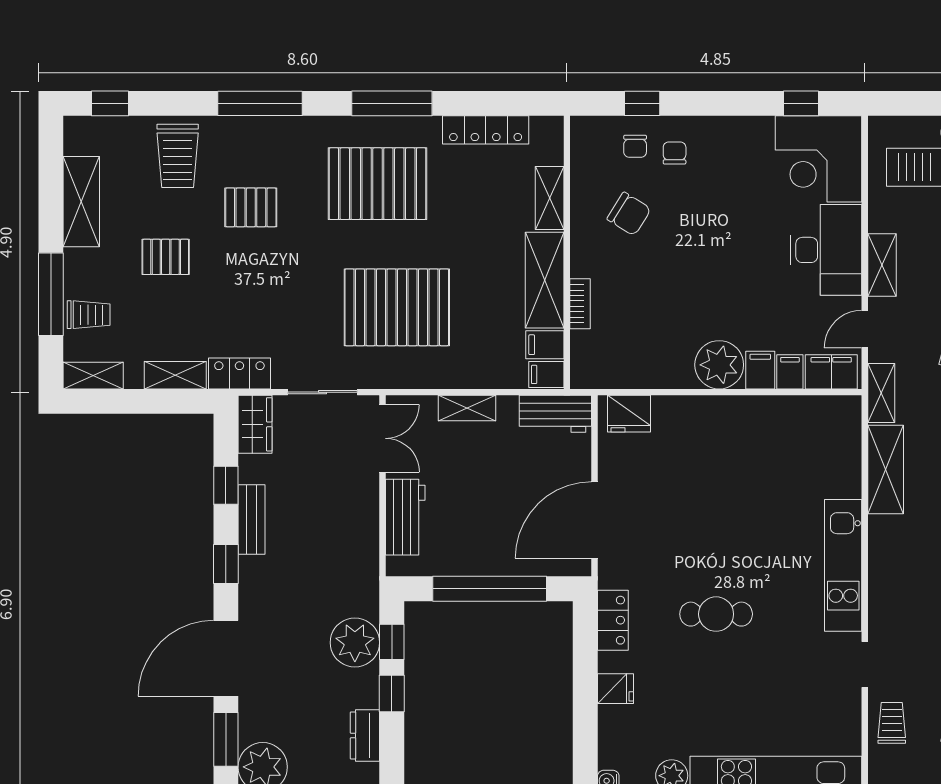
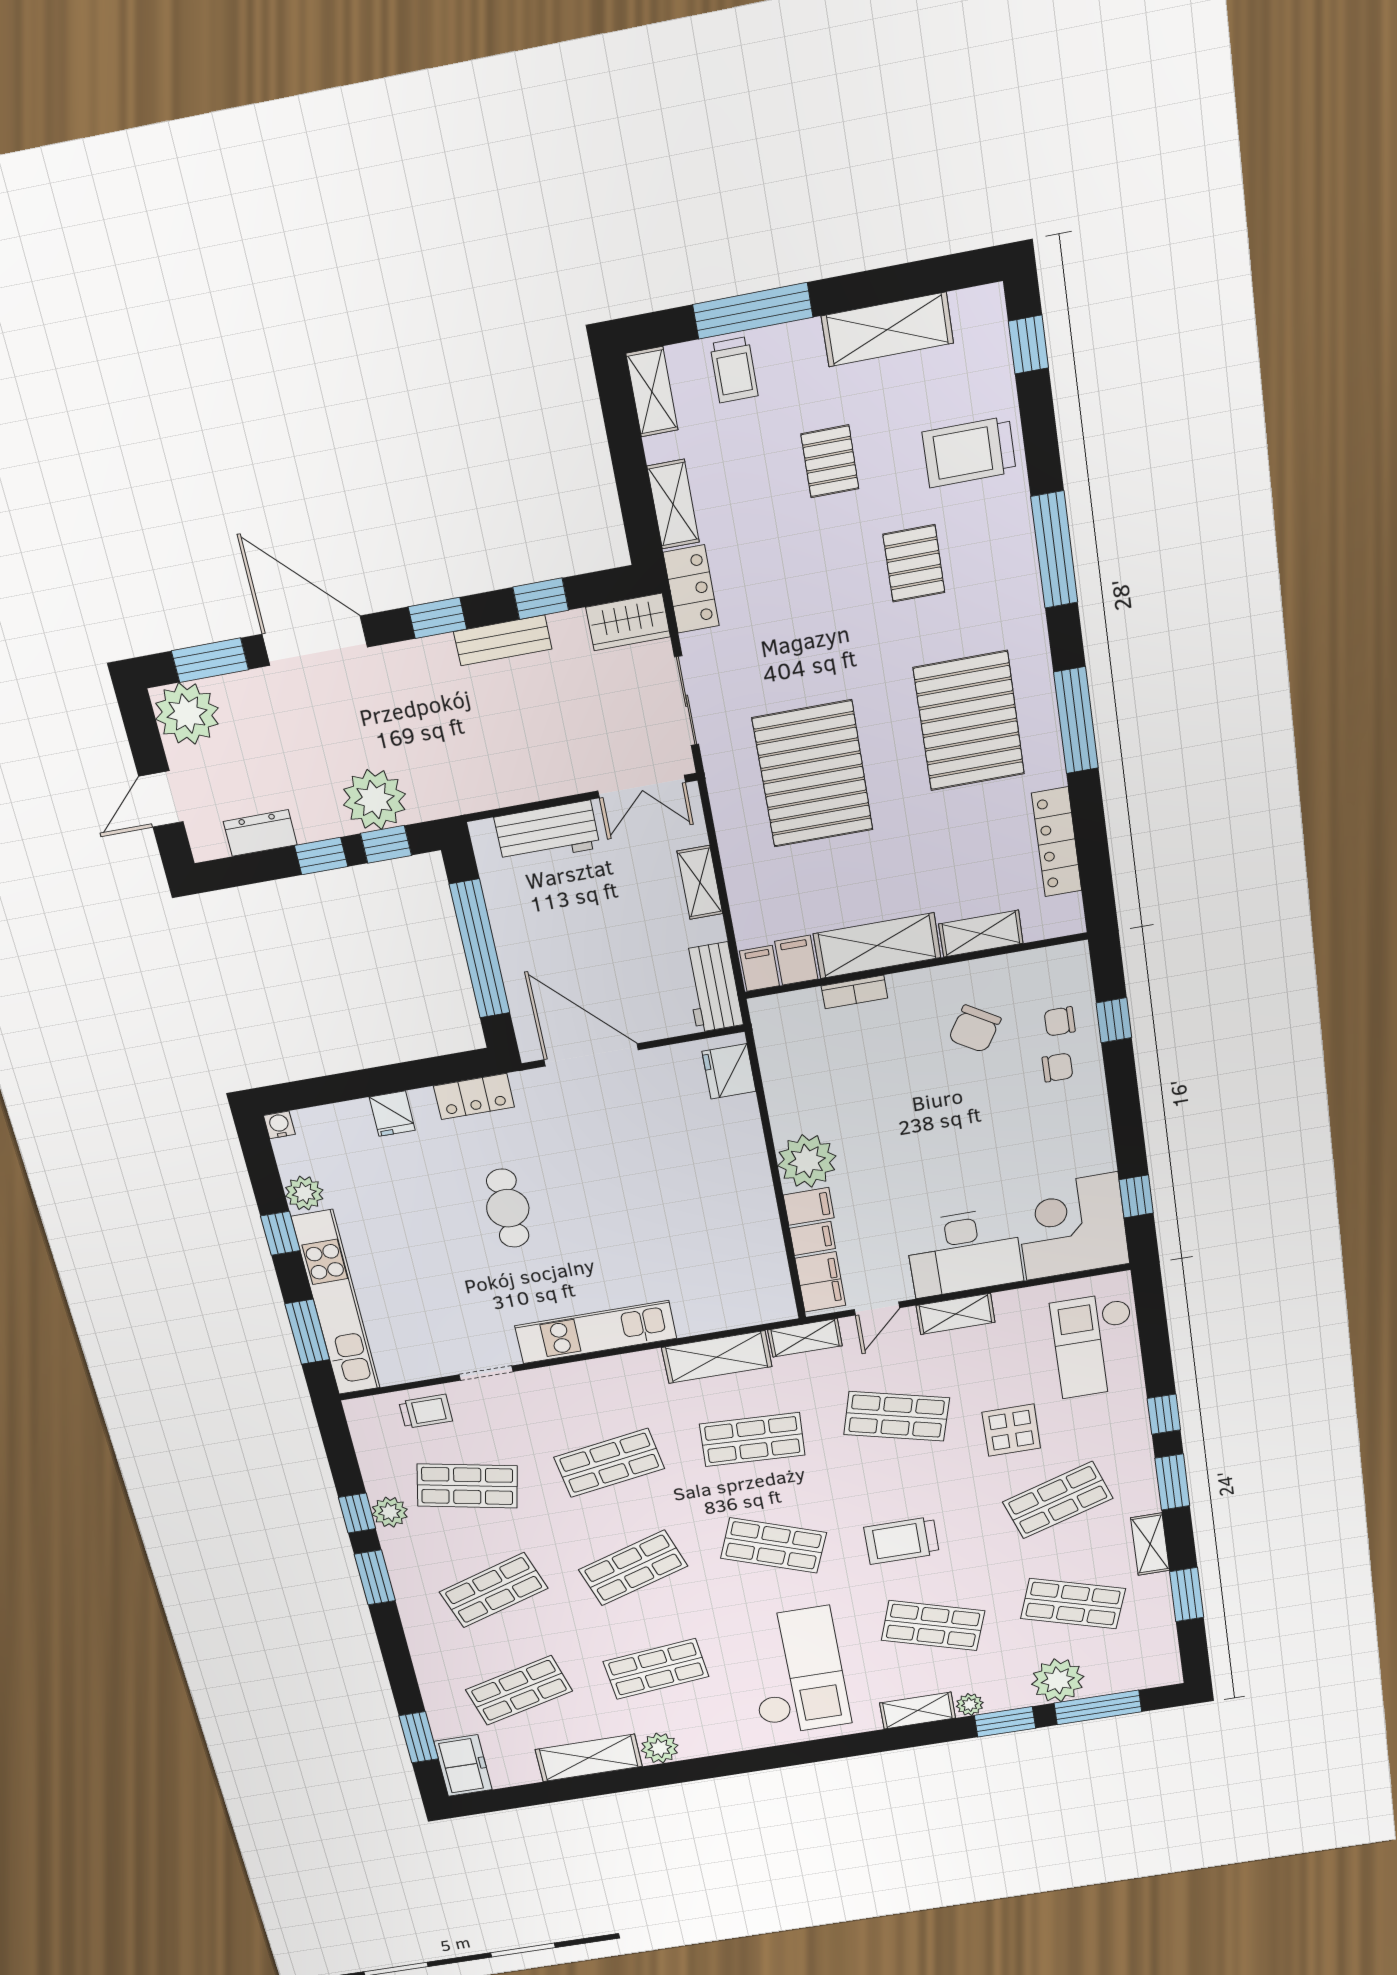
door: (865, 329) -> (877, 1309), swing flipped

